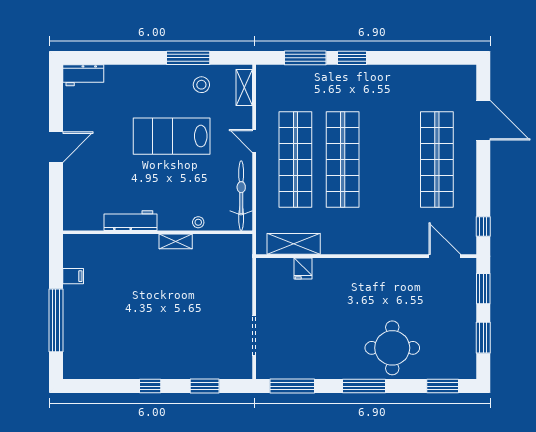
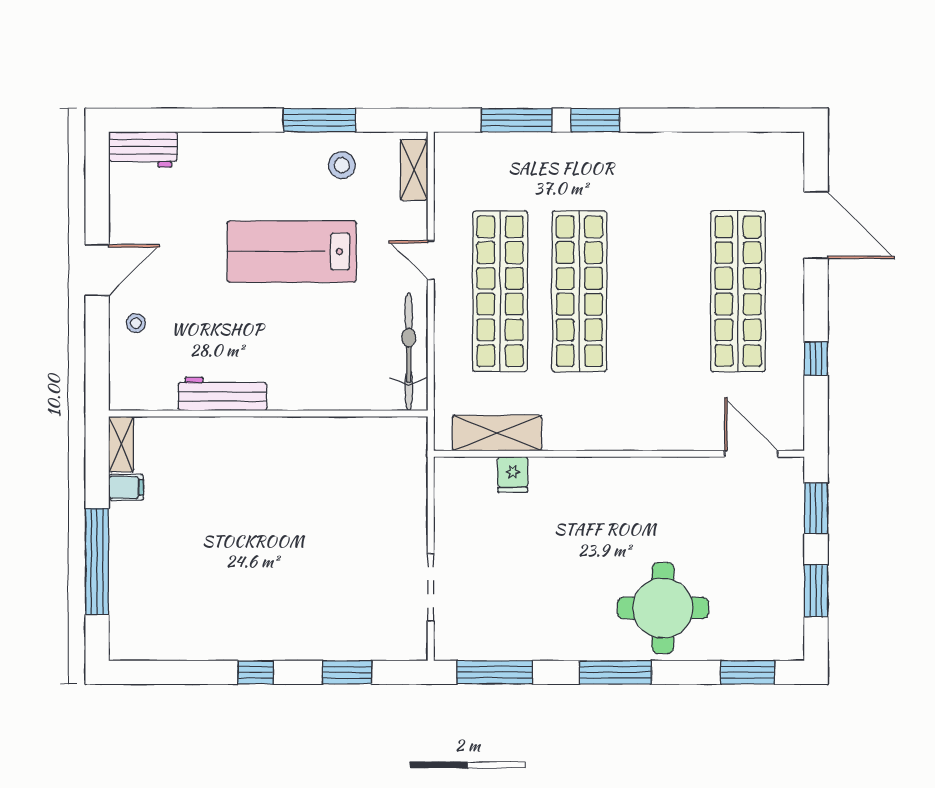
stool: (198, 222) -> (136, 323), moved
window: (483, 227) -> (816, 359), moved
shelving: (176, 241) -> (121, 444), moved, turned 90

